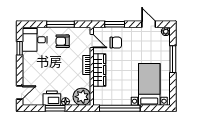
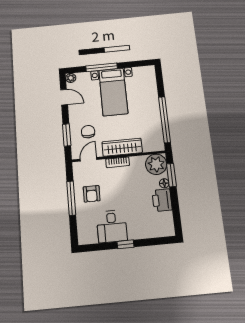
door: (149, 24) -> (64, 97), swing flipped
desk: (35, 40) -> (112, 226), moved
window: (20, 48) -> (126, 244), moved
bed with nightstands: (149, 84) -> (113, 92), moved, turned -90
door: (20, 92) -> (160, 241), removed
window: (55, 108) -> (171, 175), moved

